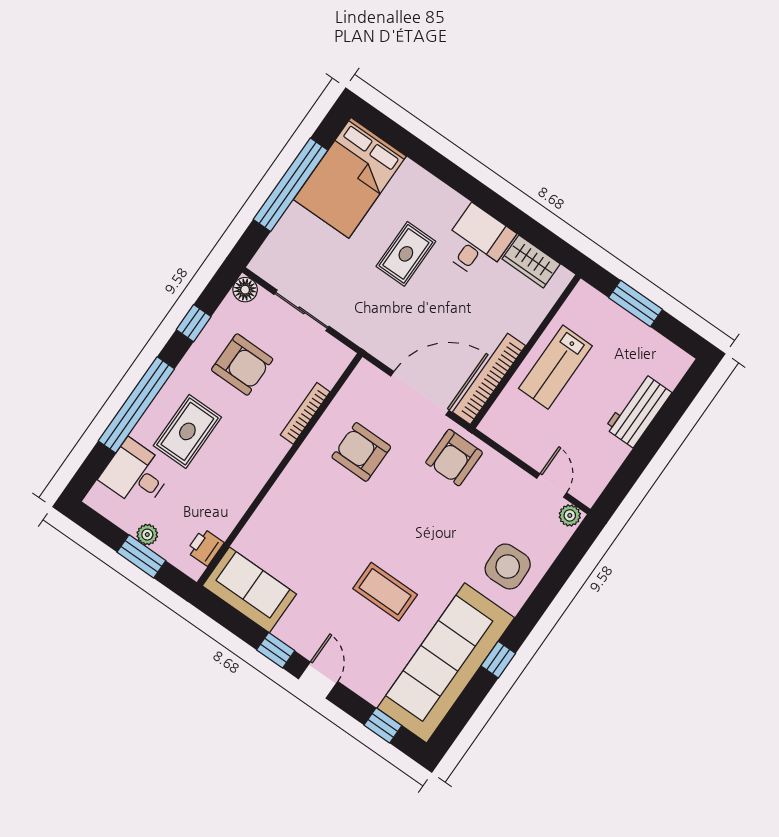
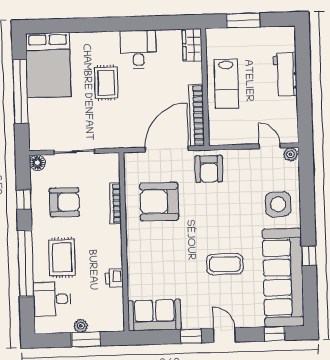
wardrobe: (531, 261) -> (192, 45), moved, turned 90
armchair: (361, 452) -> (159, 202), width x1.36, depth x1.36
printer: (205, 547) -> (114, 278), moved

